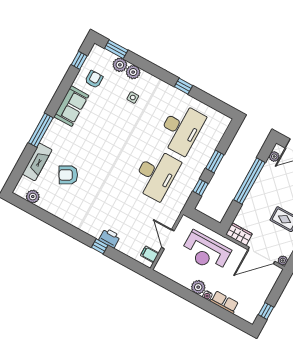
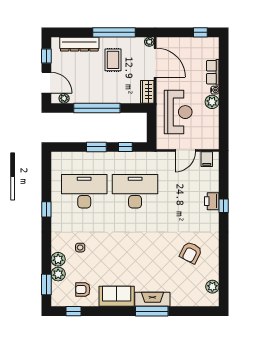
fireplace: (37, 162) -> (152, 299), moved
armchair: (68, 175) -> (191, 253), moved, turned 56

